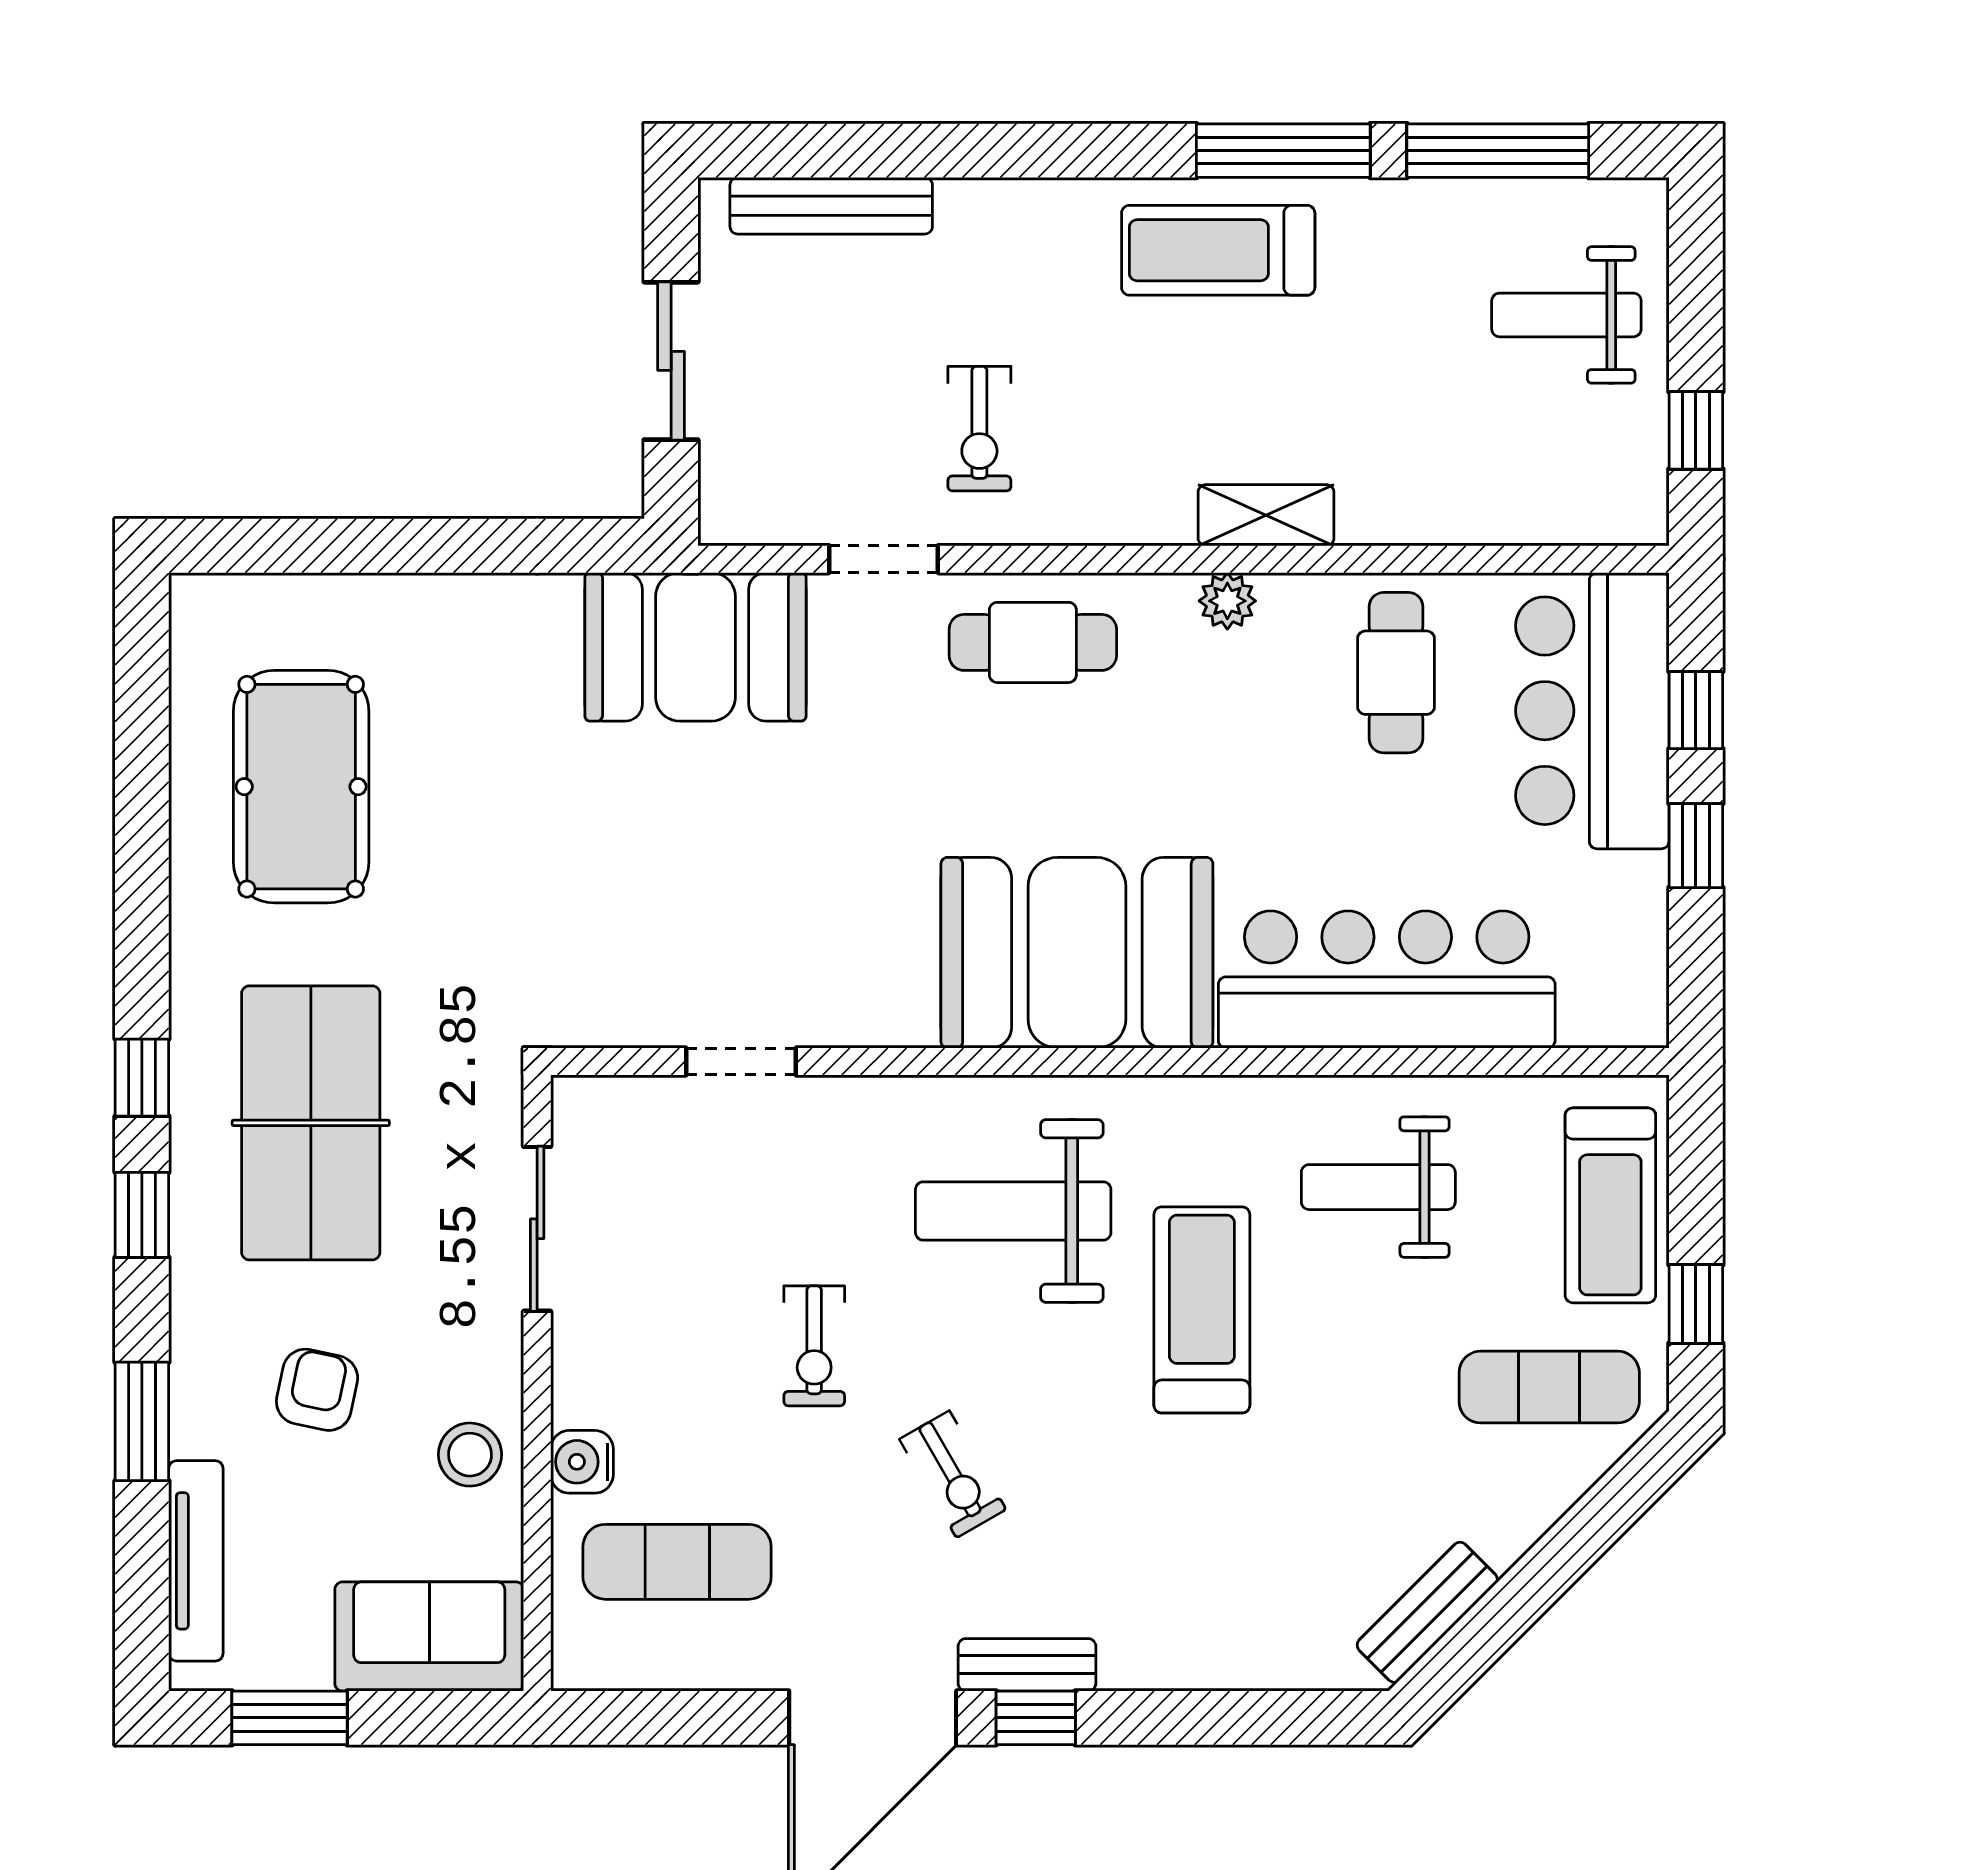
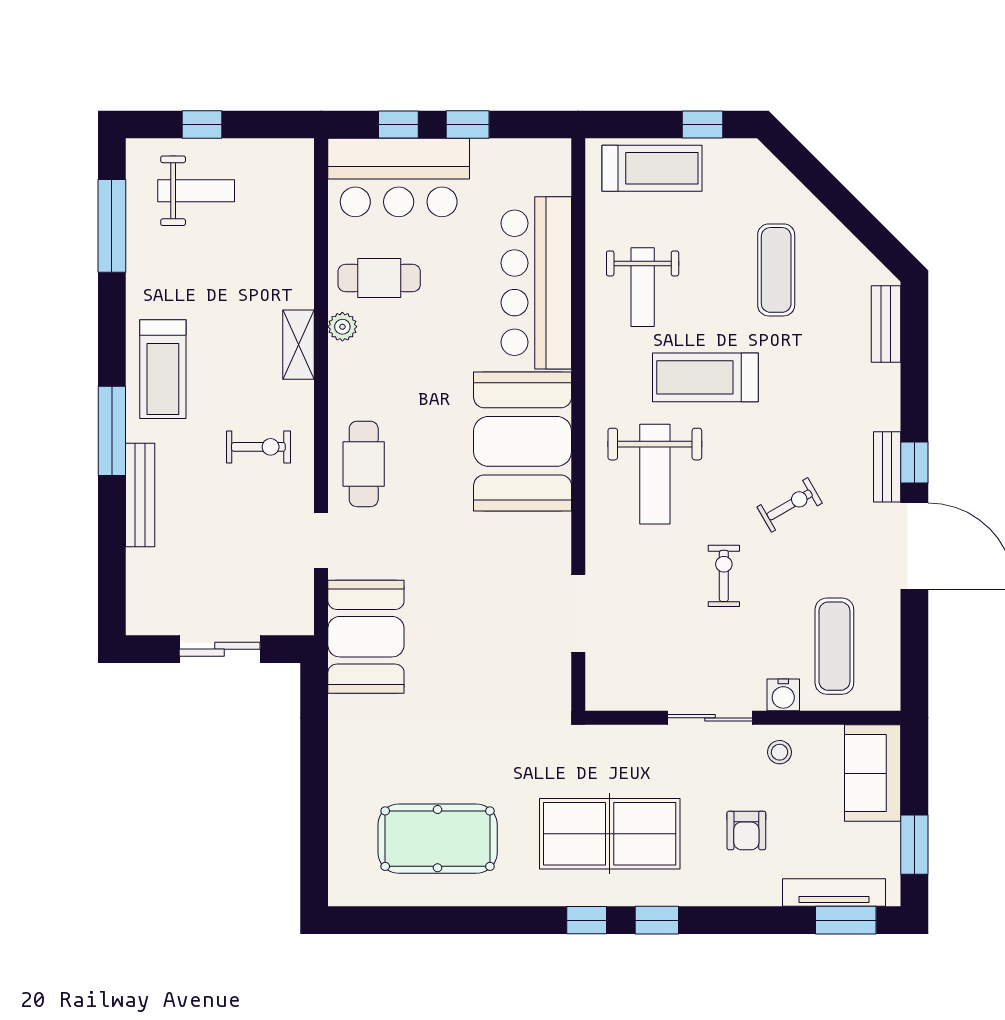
window: (1283, 151) -> (112, 431), moved
bench: (831, 206) -> (140, 495), moved
weight bench: (1566, 315) -> (196, 191), turned -90
exercise bike: (979, 429) -> (258, 447), moved
window: (1696, 430) -> (202, 124), moved
plant: (1227, 601) -> (342, 327), moved
doorway: (741, 1062) -> (578, 613), width x1.38
sliding door: (537, 1229) -> (710, 718), moved
exercise bike: (814, 1346) -> (724, 576), turned -90
exercise mat: (1549, 1387) -> (776, 270), moved
armchair: (317, 1390) -> (746, 830), turned -102
window: (142, 1421) -> (846, 920), moved
stool: (470, 1455) -> (780, 752), width x0.73, depth x0.73
bench: (1427, 1612) -> (886, 324), moved, turned 45

